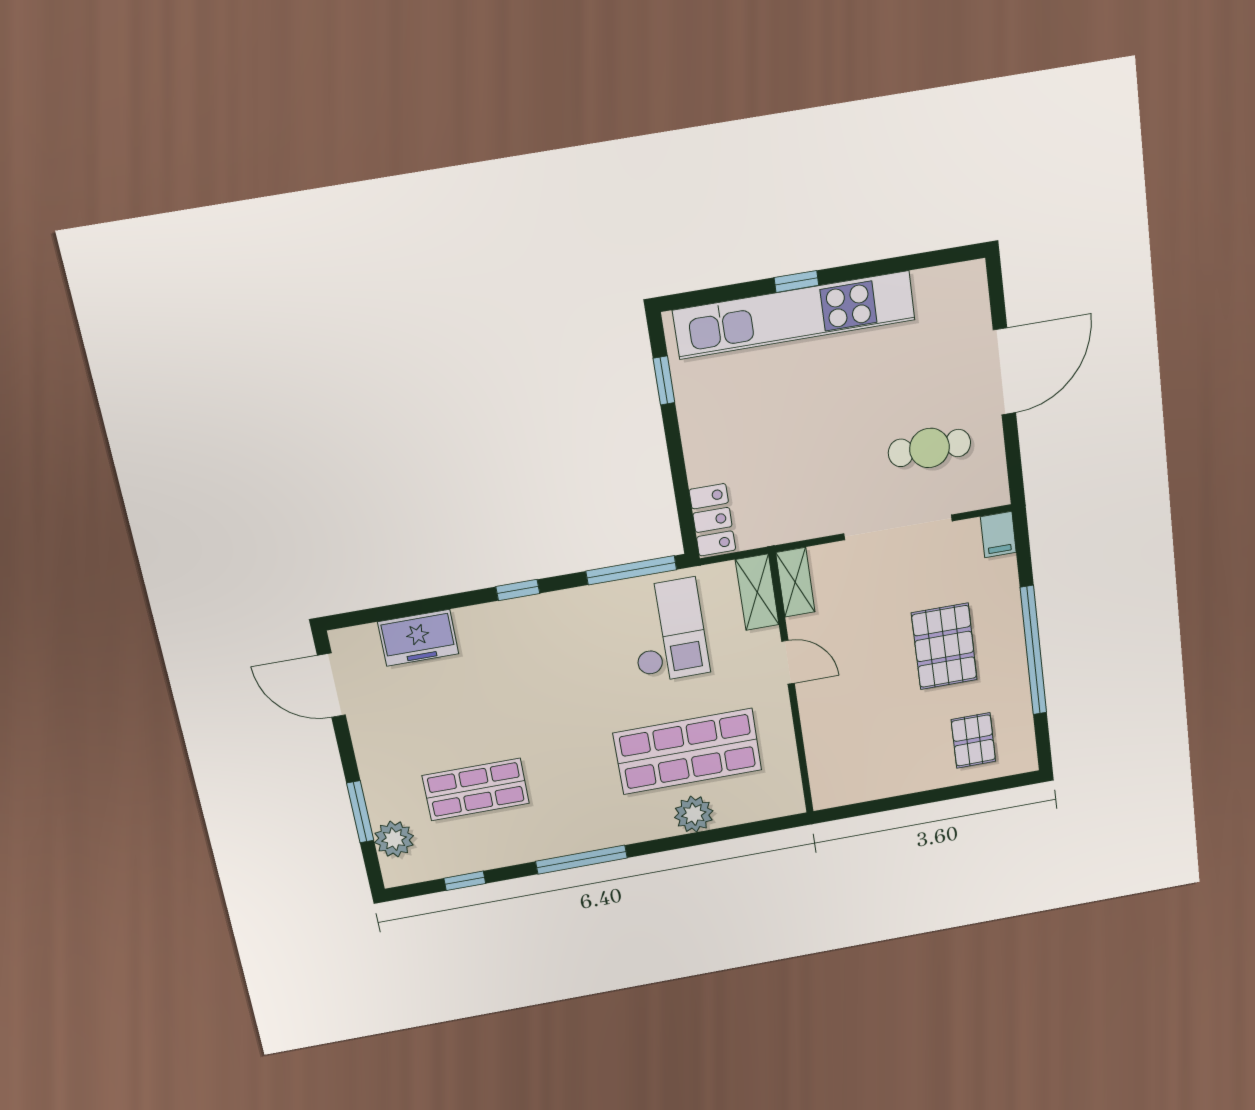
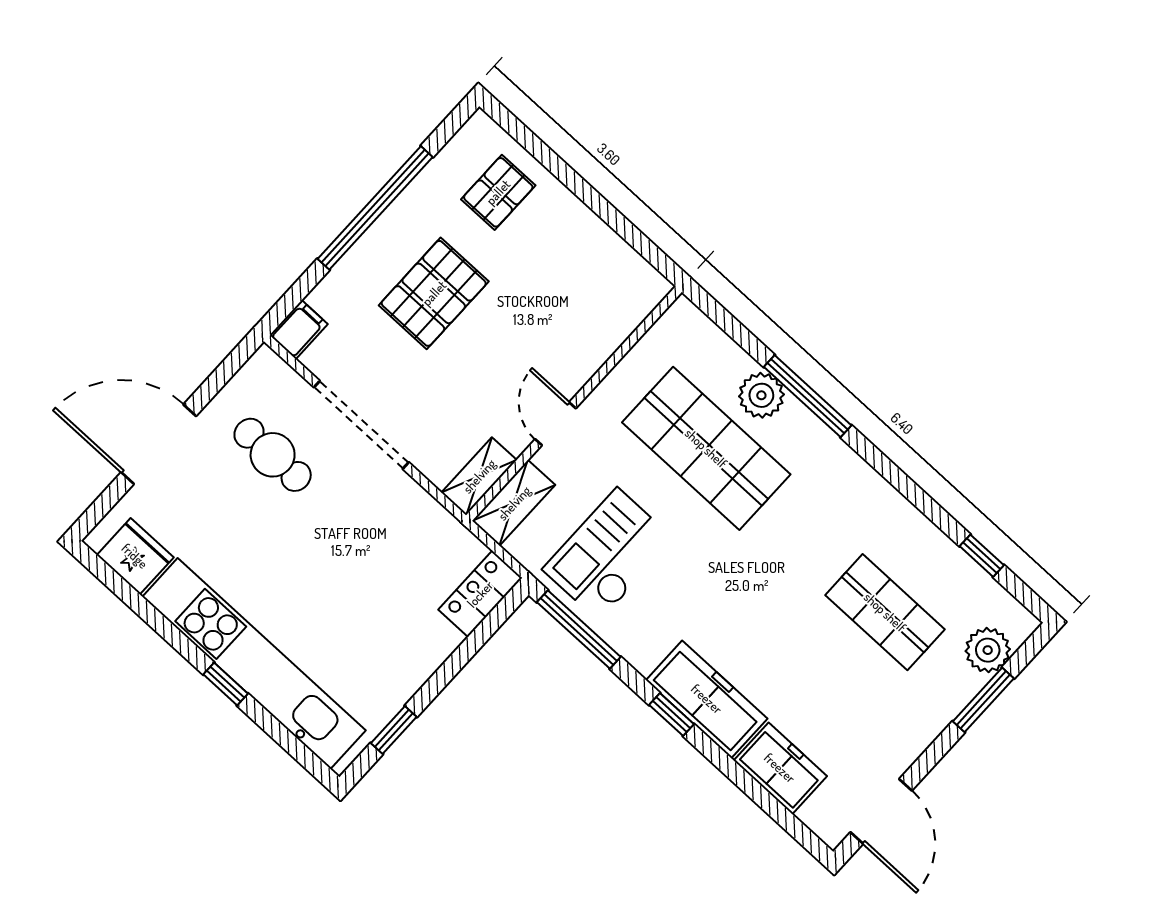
fridge: (941, 289) -> (135, 556), added
freezer: (509, 623) -> (707, 699), added
window: (581, 860) -> (808, 396), moved

